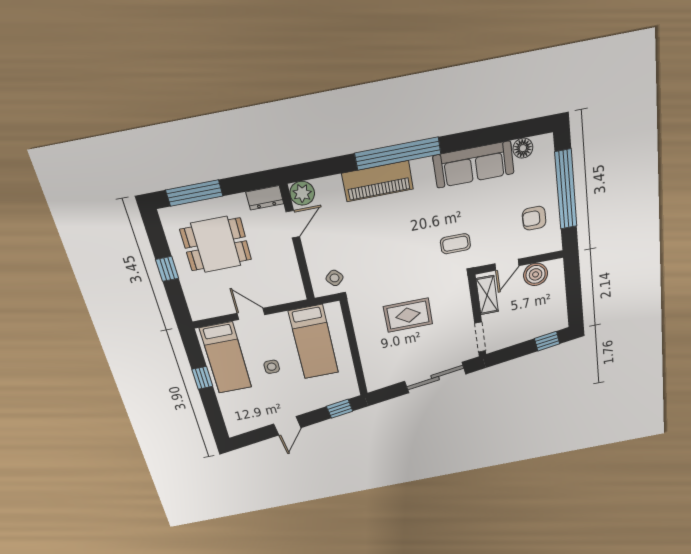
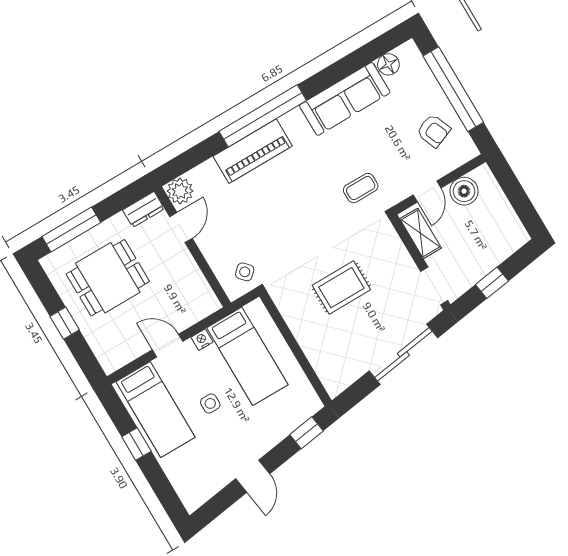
armchair: (534, 218) -> (433, 131), turned -112
nightstand: (281, 318) -> (202, 340), added
window: (547, 341) -> (492, 283), moved

